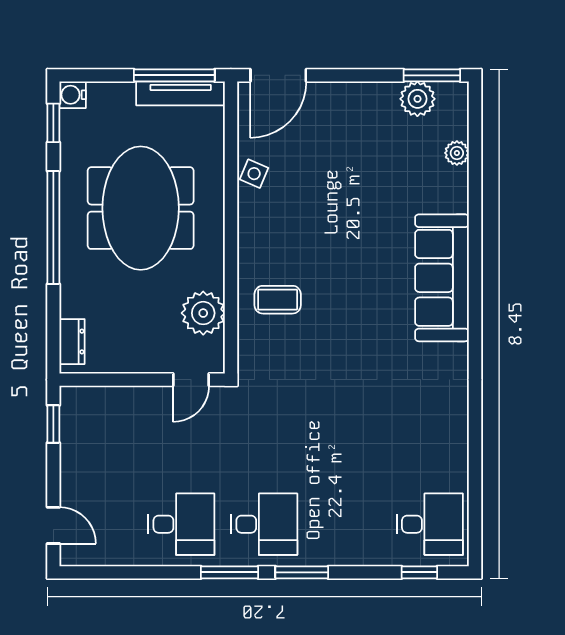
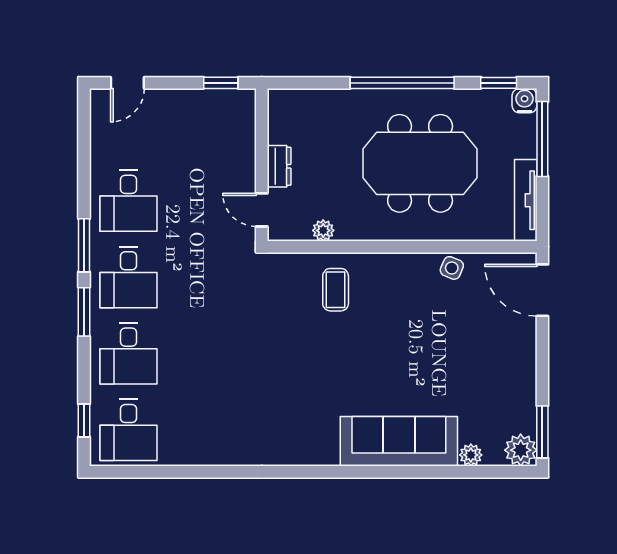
window: (174, 75) -> (542, 139), moved
plant: (417, 99) -> (521, 450), moved
sofa: (442, 278) -> (399, 441), moved
plant: (203, 313) -> (323, 230), width x0.53, depth x0.53
dresser: (72, 342) -> (279, 166), moved, turned -90
desk: (347, 524) -> (129, 354), added

